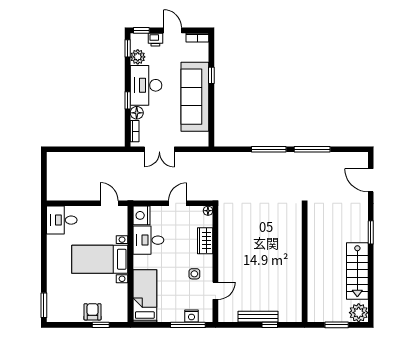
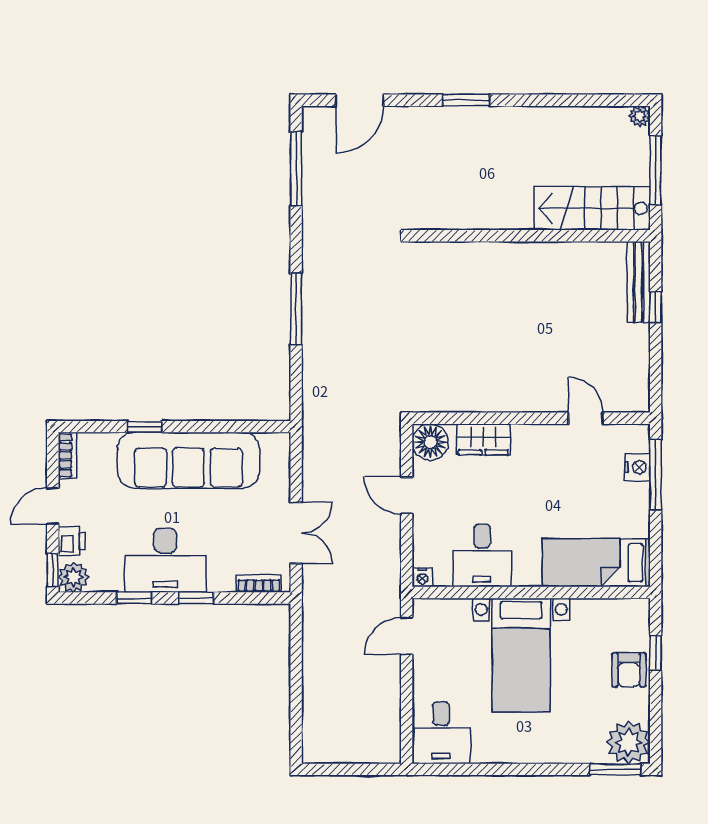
window: (128, 48) -> (134, 598), moved
plant: (138, 57) -> (73, 577), moved
floor lamp: (137, 113) -> (221, 579), removed
window: (312, 149) -> (296, 169), moved
floor lamp: (208, 211) -> (430, 442), width x1.89, depth x1.89
nightstand: (141, 215) -> (422, 577), width x0.53, depth x0.56
stairs: (357, 271) -> (592, 208), moved, turned 180
side table: (194, 274) -> (551, 461), removed
plant: (57, 312) -> (628, 742), added
armchair: (92, 312) -> (629, 670), turned -90
plant: (359, 313) -> (640, 116), width x0.53, depth x0.53
bench: (258, 317) -> (639, 282), moved
window: (337, 325) -> (656, 170), width x1.44

